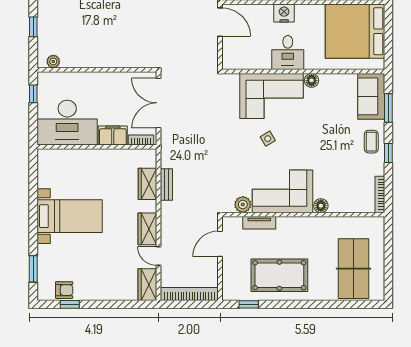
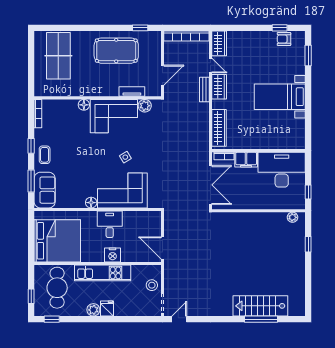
wardrobe: (147, 184) -> (219, 128), width x1.50
bench: (166, 184) -> (204, 89), moved

